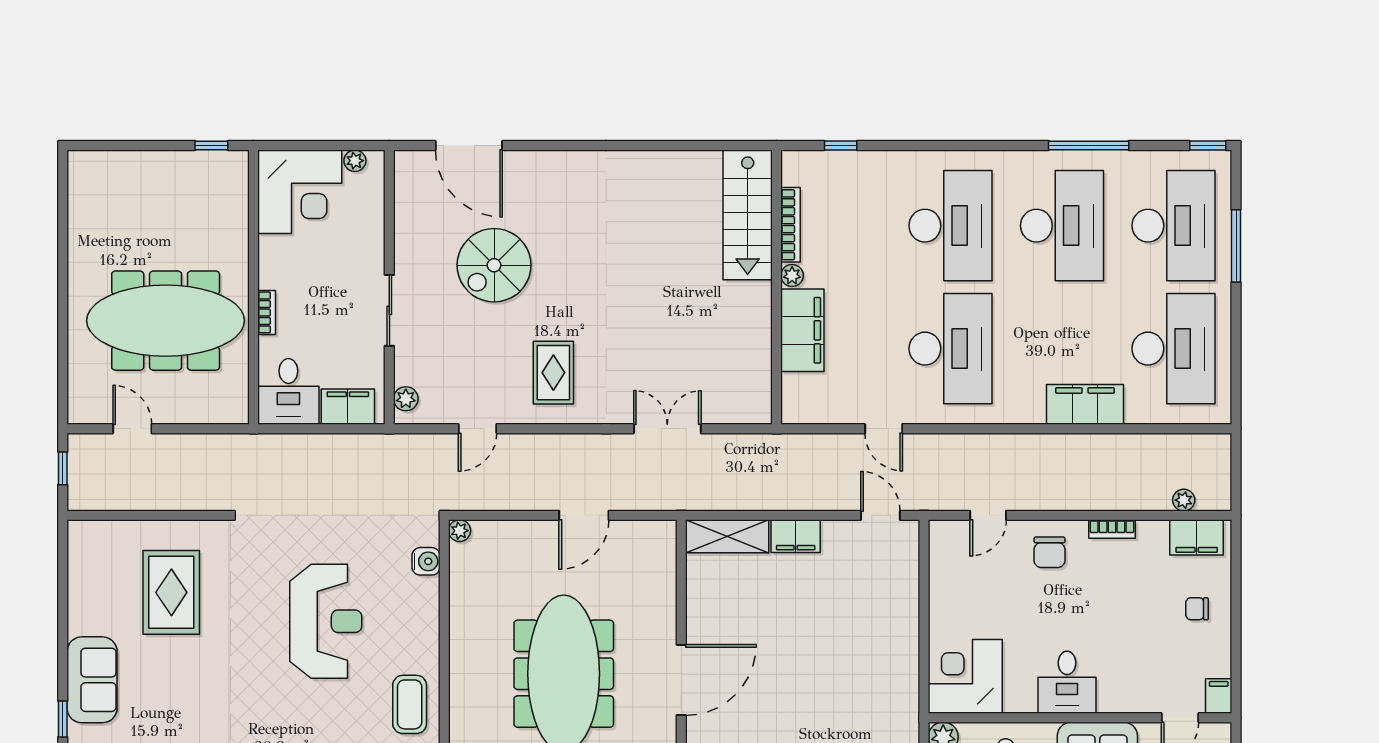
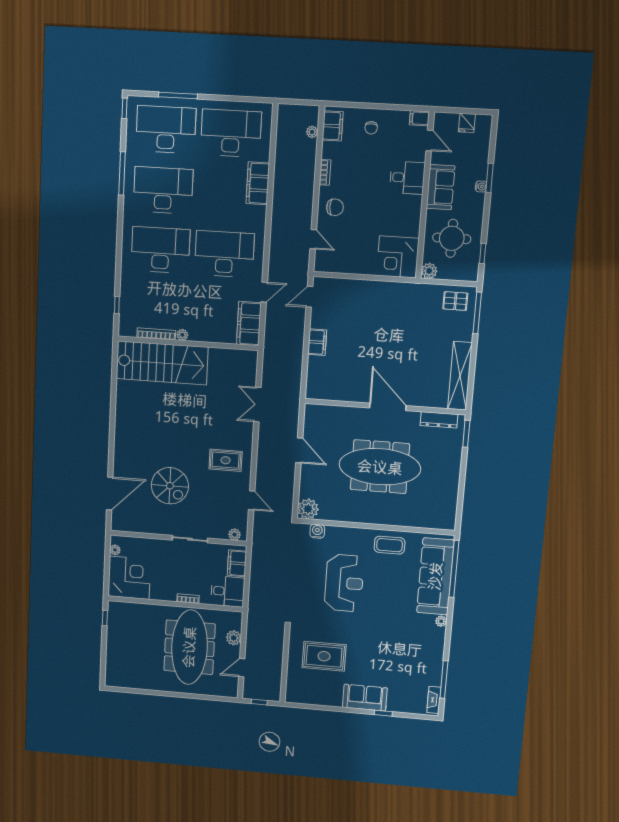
stairs: (748, 215) -> (162, 363), width x1.36, depth x1.51
filing cabinet: (802, 330) -> (249, 324), moved, turned -90
plant: (193, 409) -> (234, 638), added
plant: (460, 531) -> (308, 509), width x1.88, depth x1.88
shelving: (727, 536) -> (315, 378), removed
reception desk: (326, 621) -> (344, 583), turned 90
desk: (1067, 682) -> (407, 178), moved

